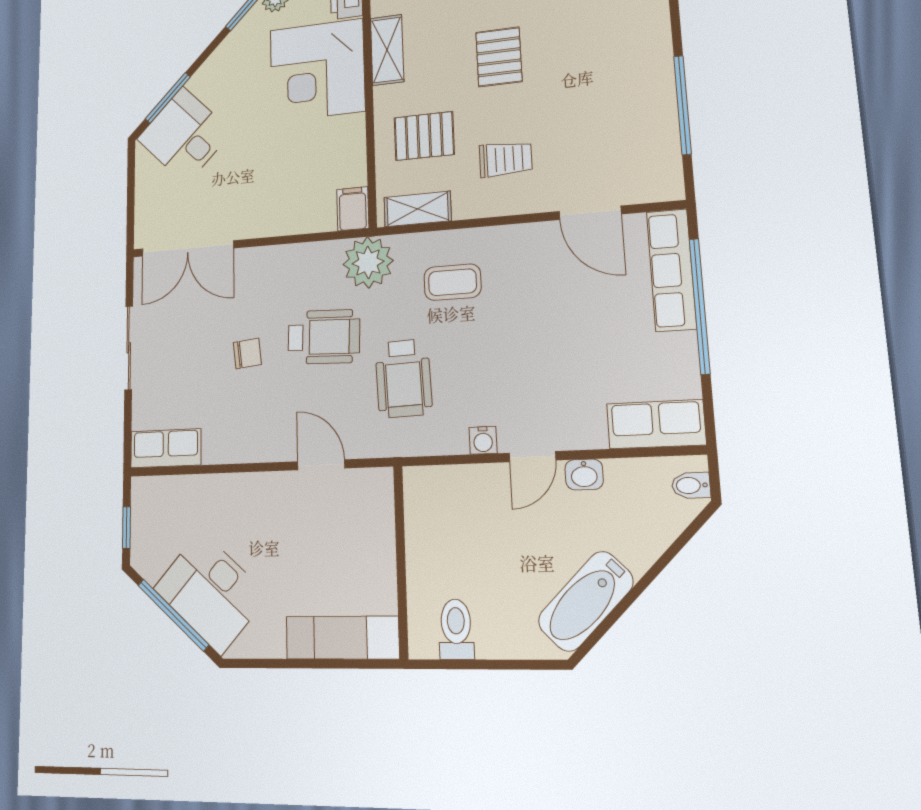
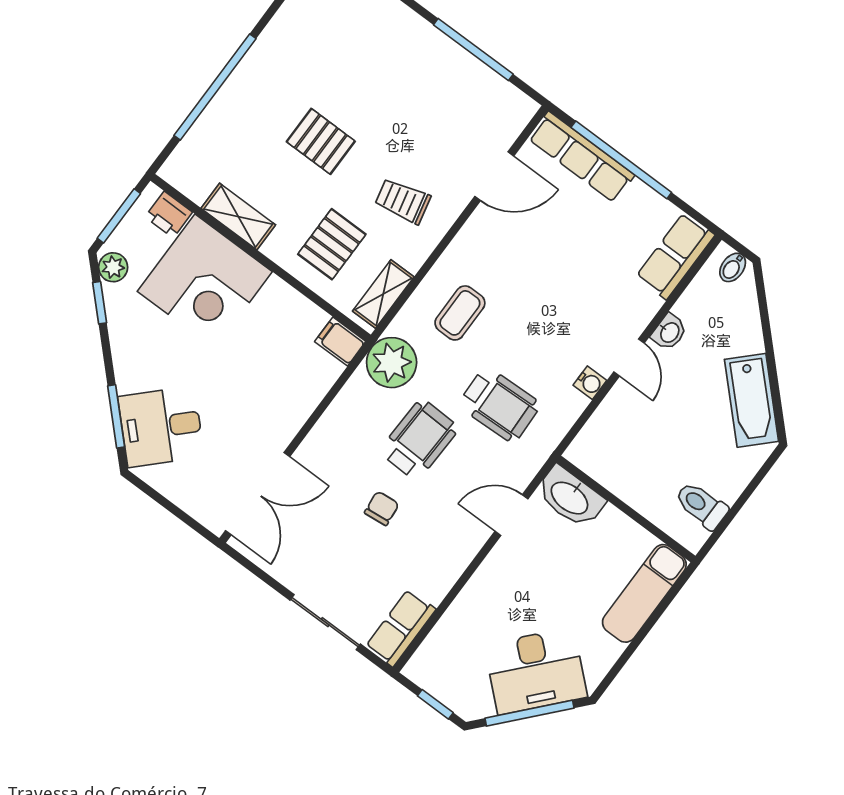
trolley: (506, 159) -> (403, 201), turned -103
sliding door: (129, 348) -> (325, 622), moved
washbasin: (374, 503) -> (570, 497), added

